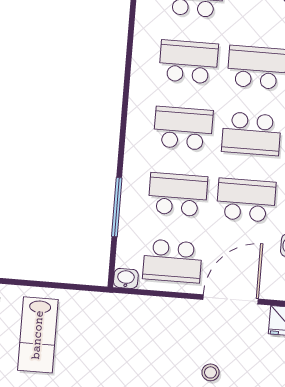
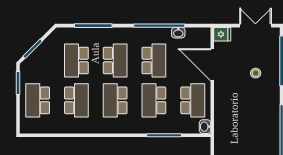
school desk: (189, 62) -> (76, 100), turned 180
school desk: (246, 200) -> (154, 60), turned 180

